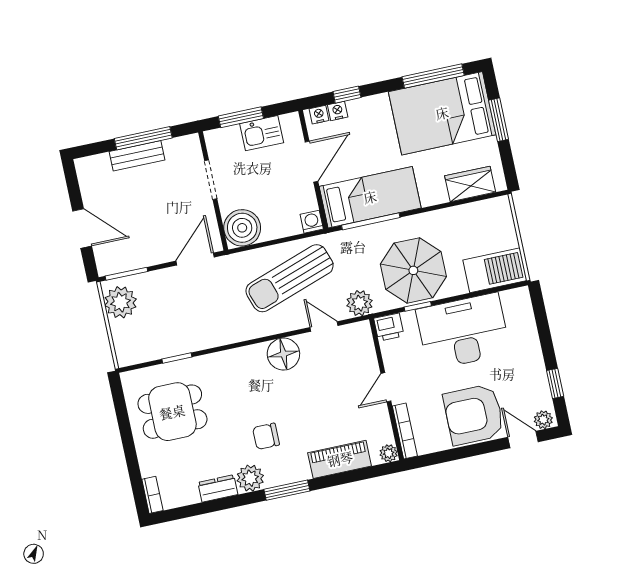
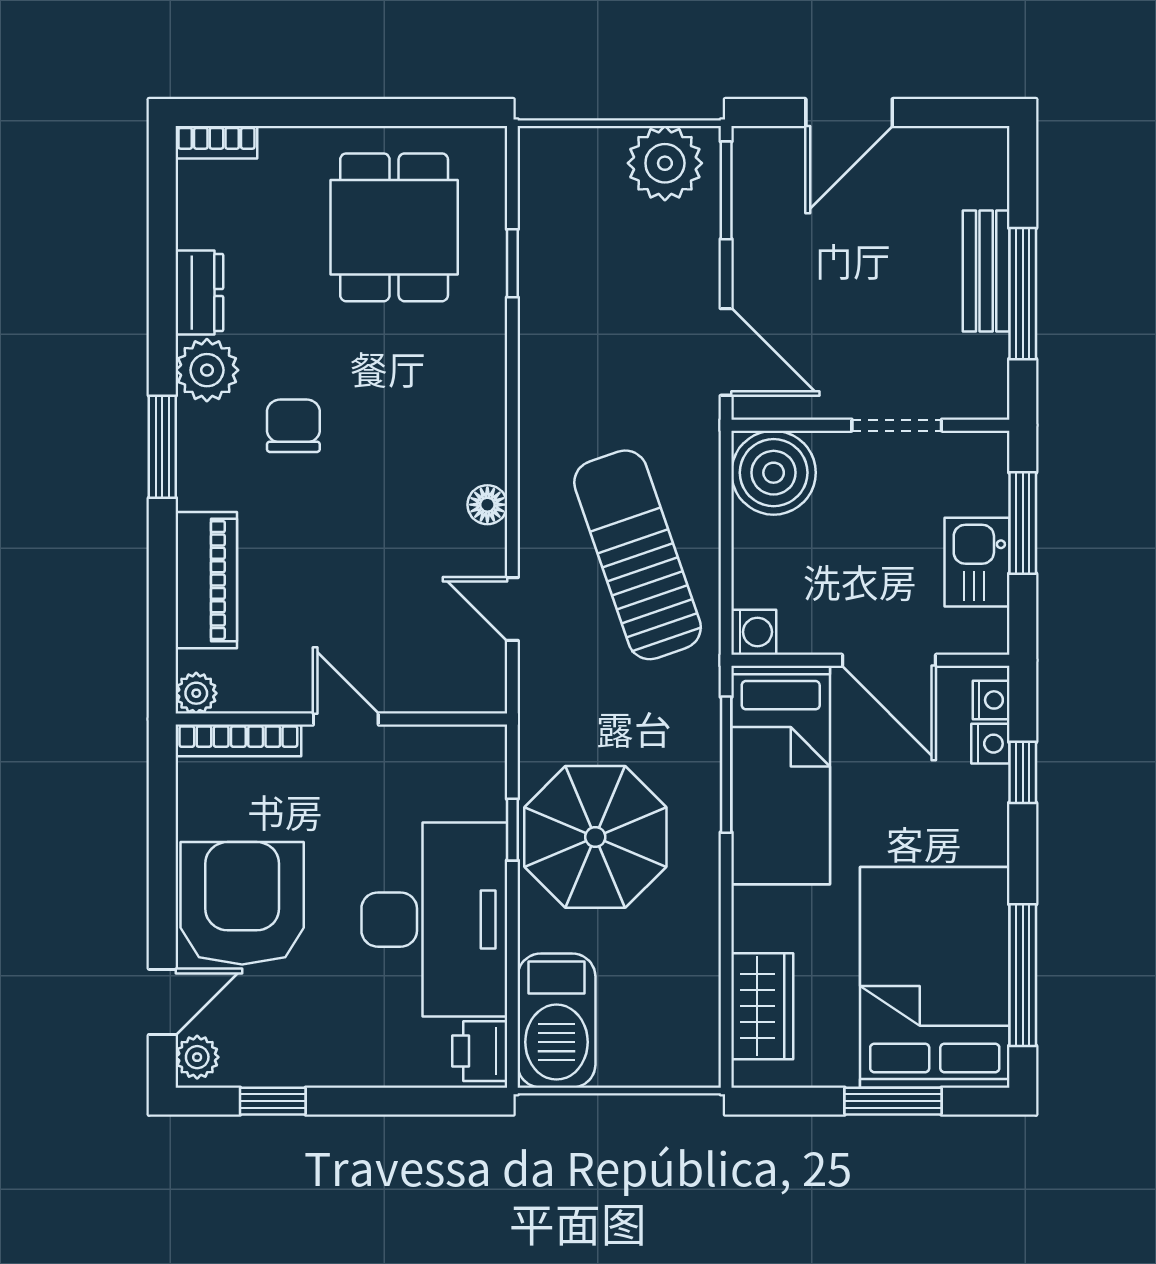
plant: (360, 303) -> (548, 700), removed
door: (324, 326) -> (512, 609), swing flipped
printer: (389, 327) -> (480, 1051), moved
floor lamp: (283, 354) -> (487, 505), width x0.53, depth x0.53

